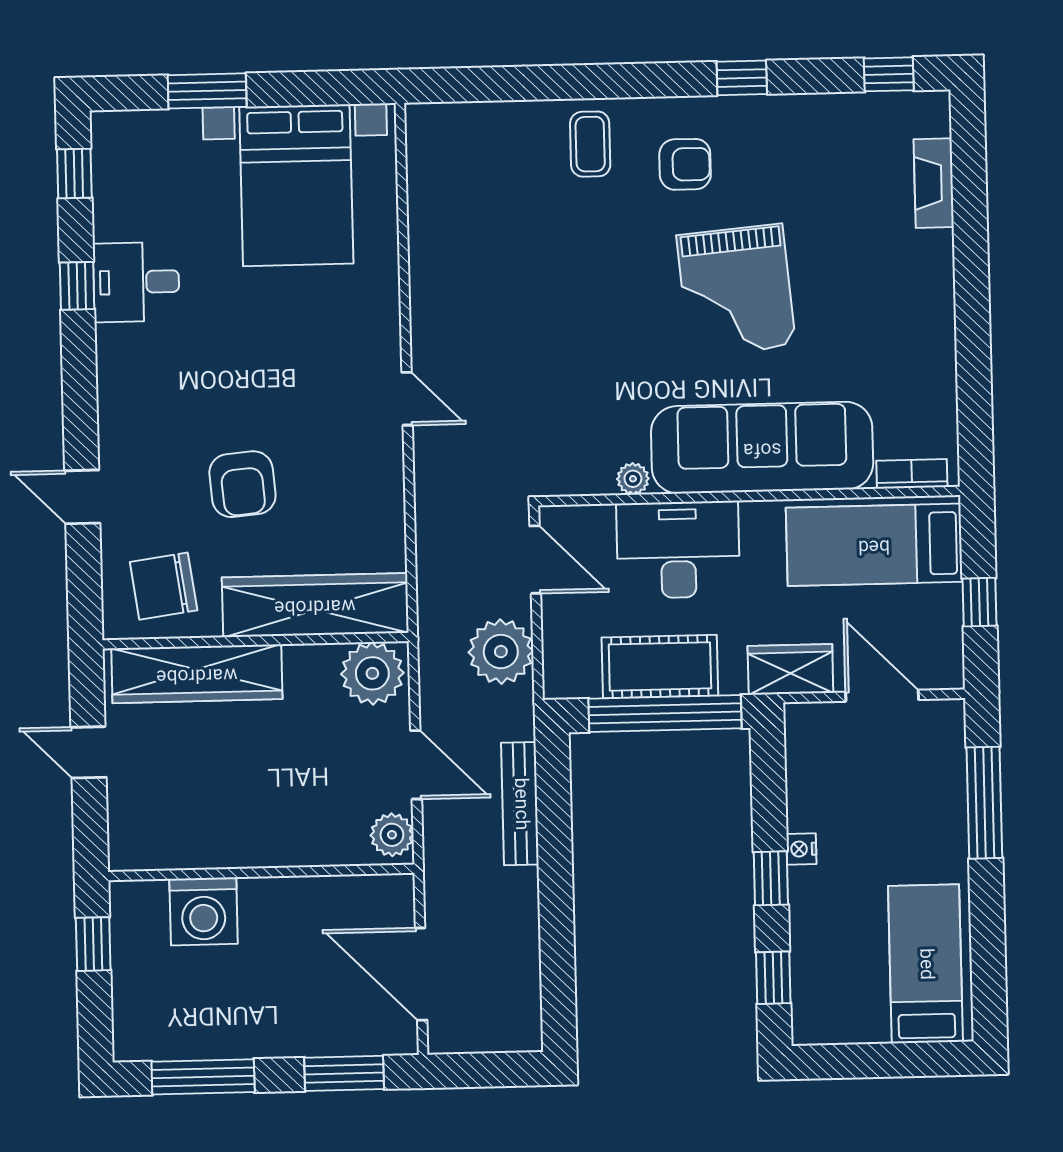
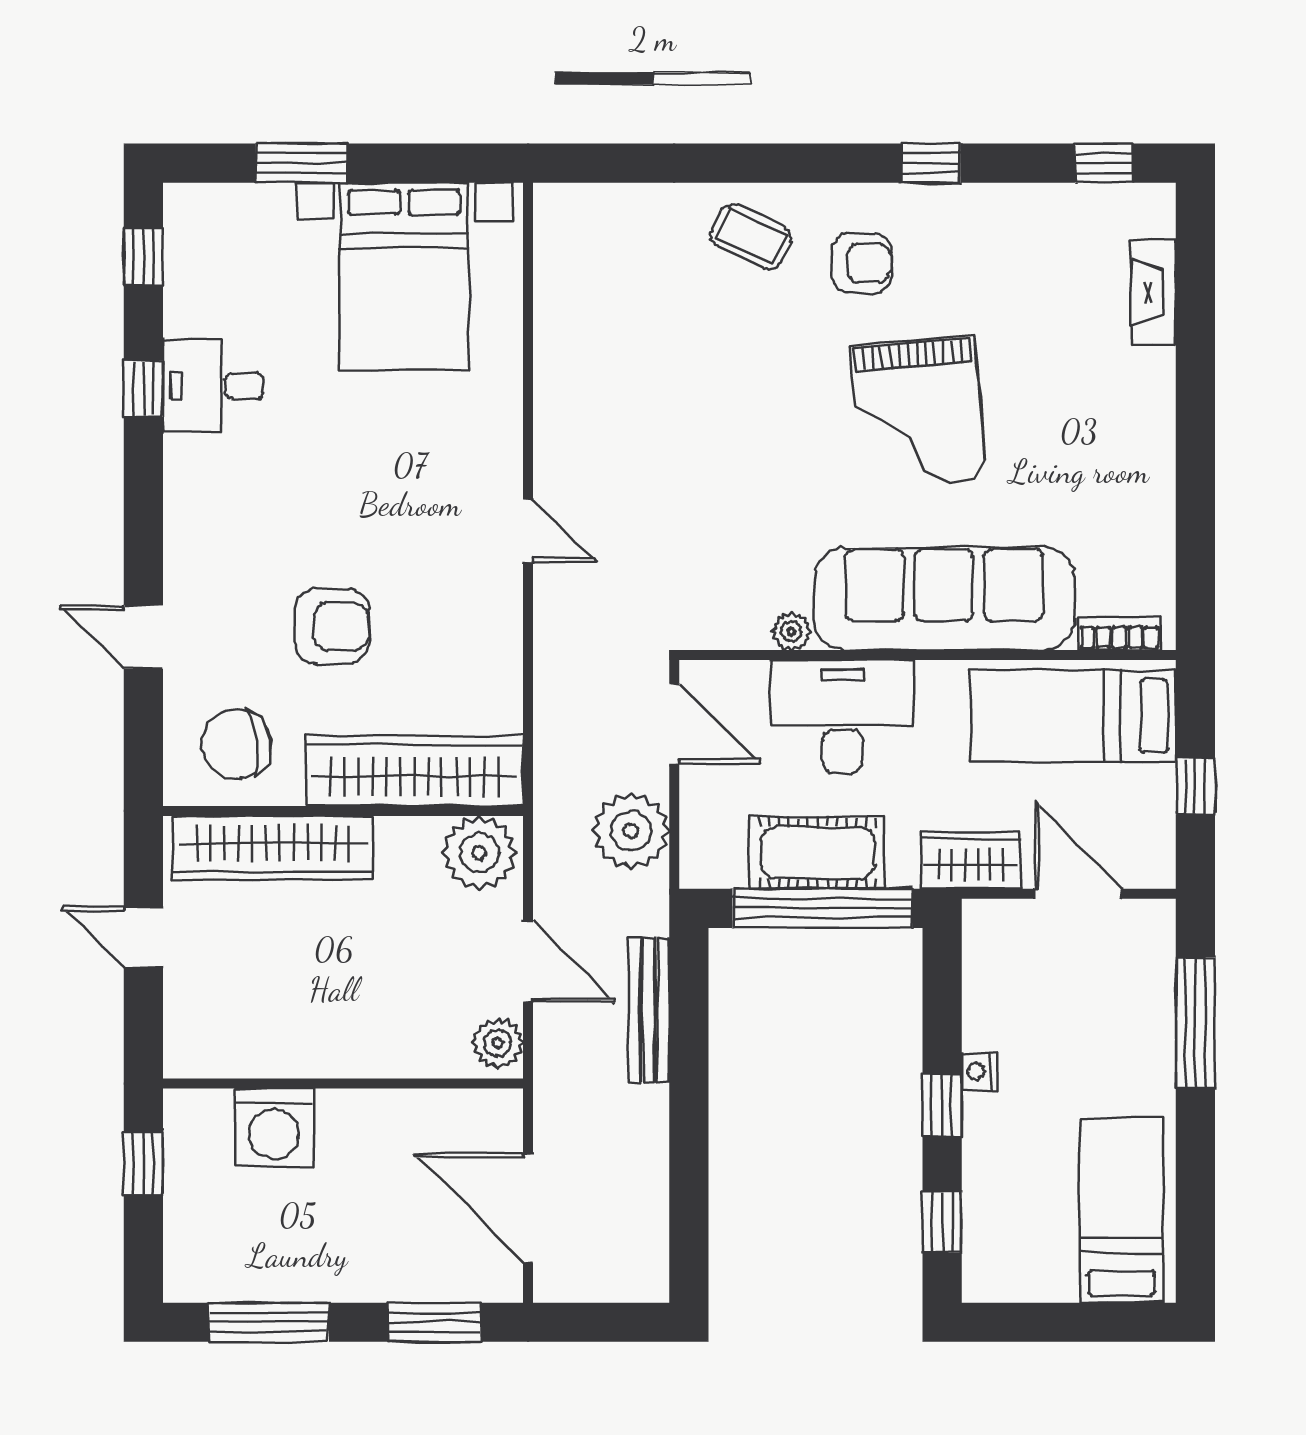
coffee table: (590, 144) -> (751, 237), turned -65
armchair: (242, 484) -> (332, 626), turned -85

